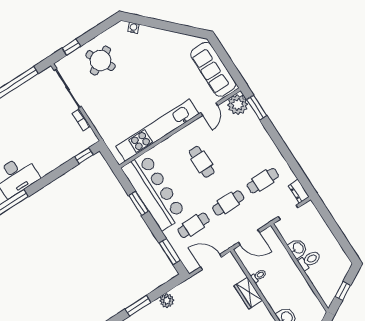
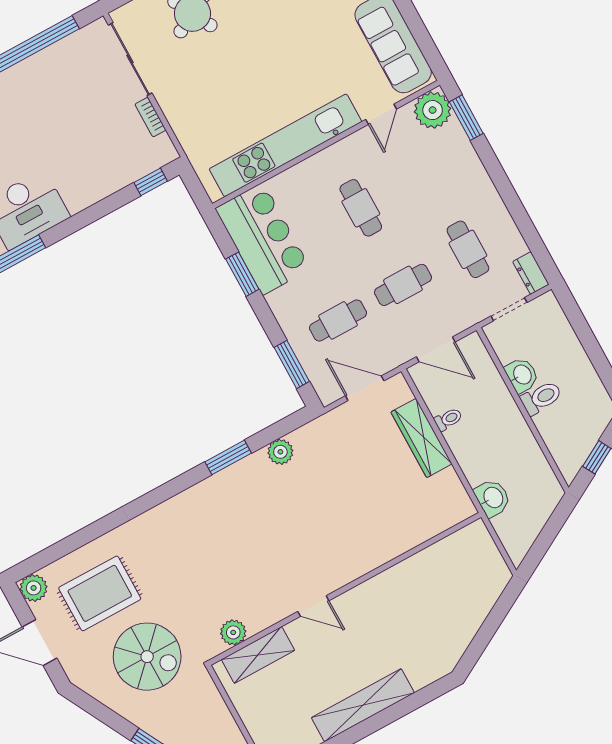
cafe table: (263, 181) -> (468, 249), turned 90
bar counter: (154, 191) -> (263, 239), width x0.73
wardrobe: (248, 293) -> (421, 438), width x1.50

